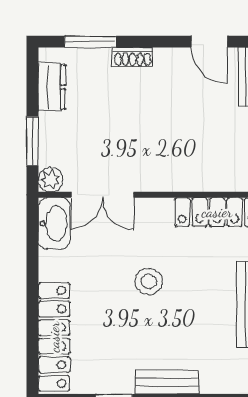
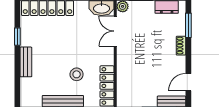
stool: (149, 281) -> (77, 74), moved

